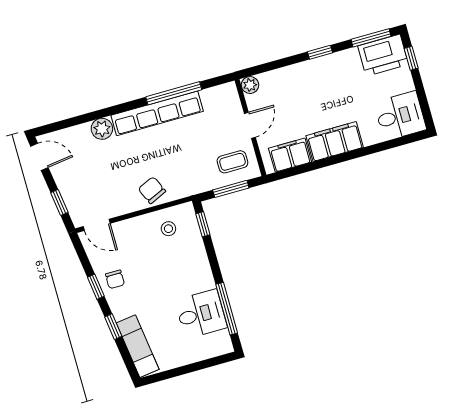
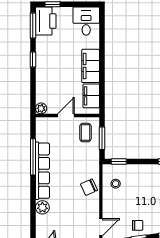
door: (250, 125) -> (66, 115), hinge flipped

